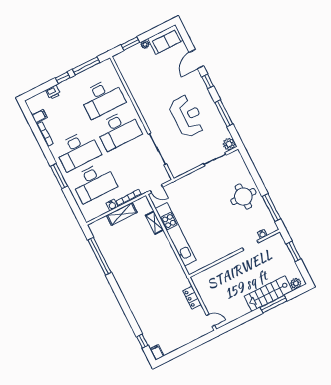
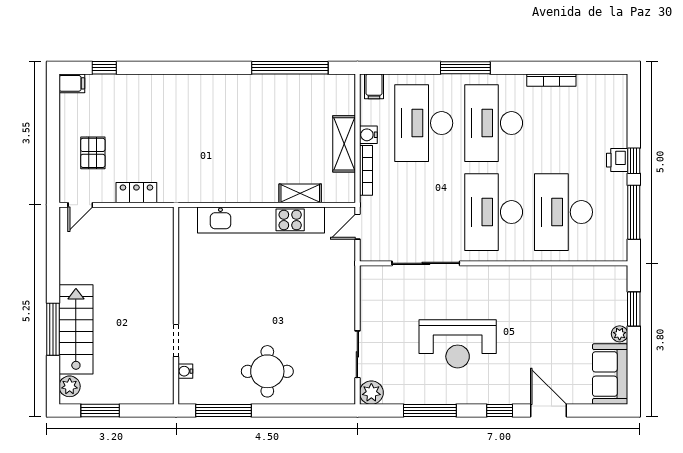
printer: (53, 92) -> (617, 160), moved
filing cabinet: (39, 116) -> (374, 86), moved
window: (294, 251) -> (100, 411), moved
pallet: (184, 327) -> (93, 153), added

